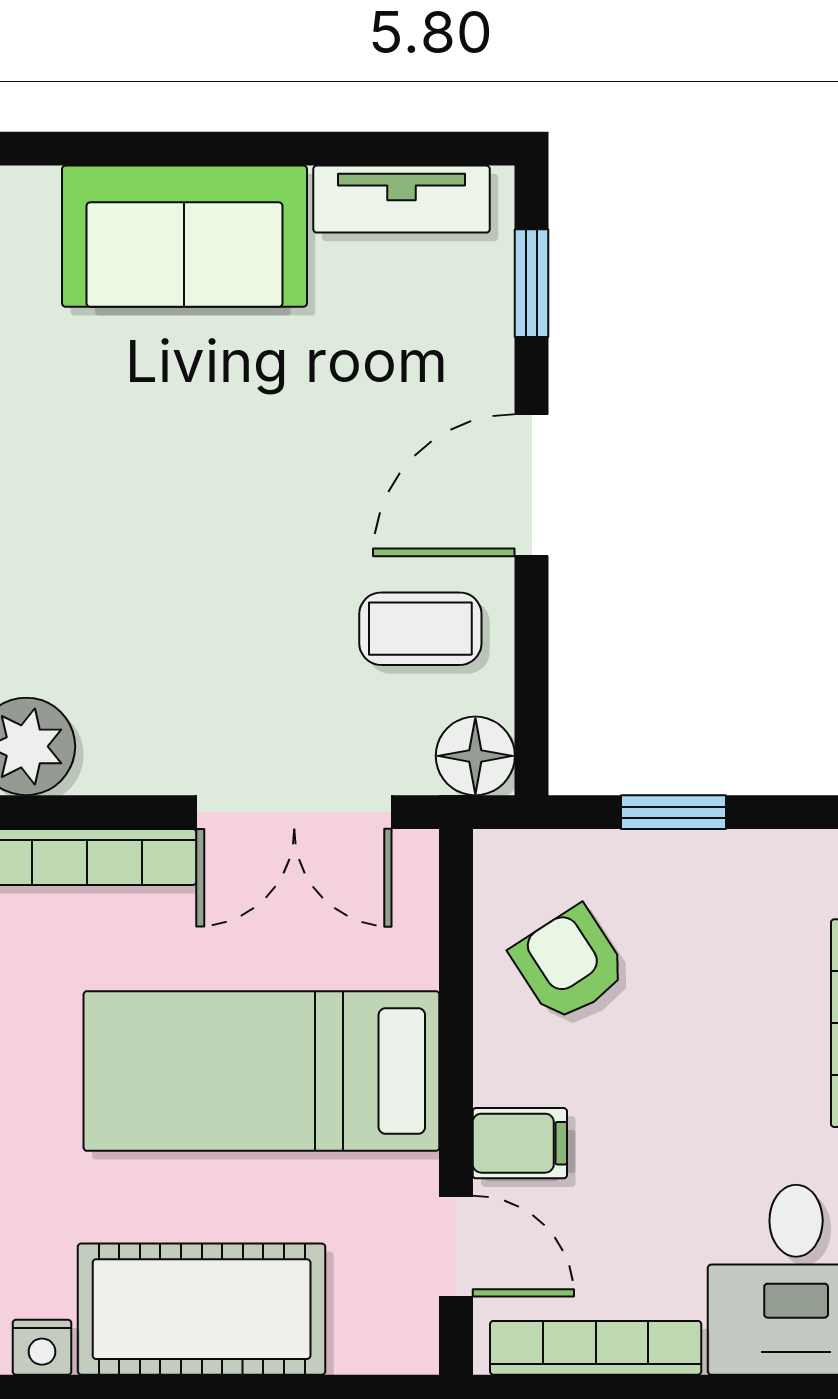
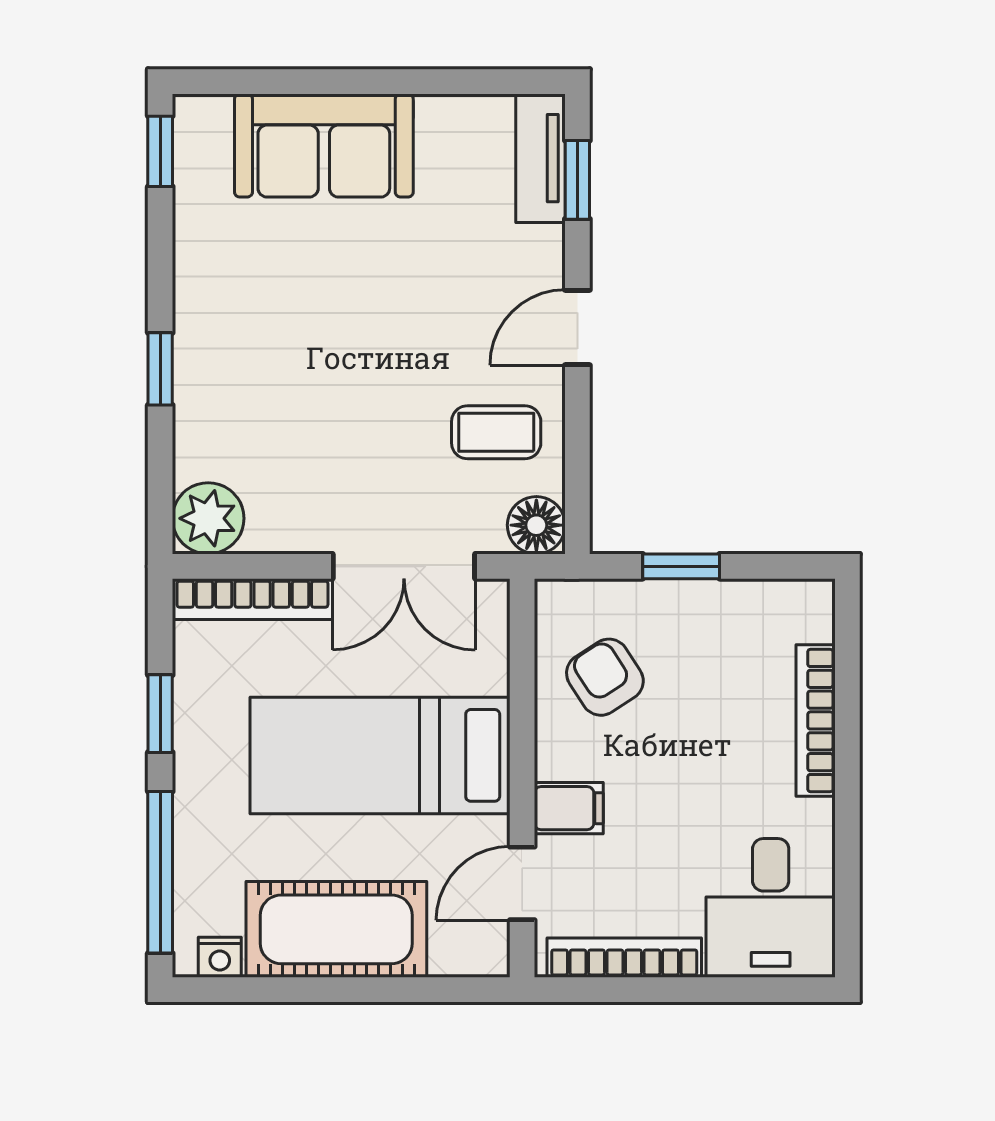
tv unit: (402, 199) -> (541, 158), moved, turned 90
door: (532, 485) -> (577, 327), width x0.73
door: (456, 1246) -> (522, 883), swing flipped

